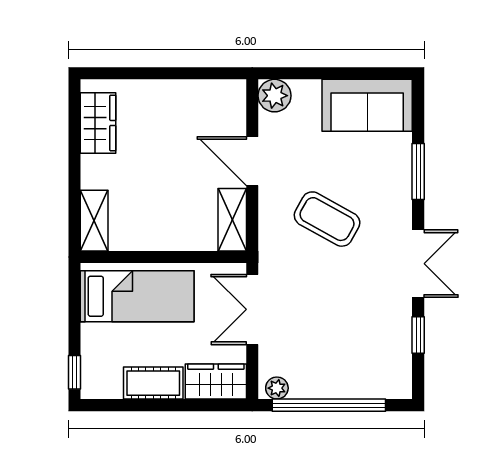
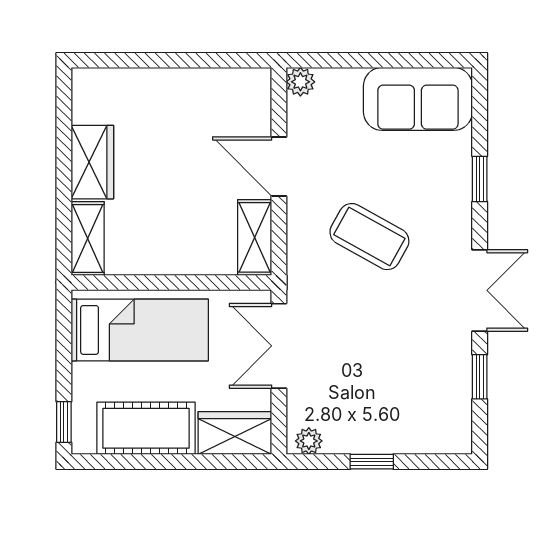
plant: (274, 96) -> (300, 82), width x0.73, depth x0.73
wardrobe: (98, 123) -> (92, 162), moved
window: (418, 172) -> (480, 179), width x0.67
cot: (153, 383) -> (146, 428), width x1.37, depth x1.34
window: (329, 405) -> (372, 462), width x0.32

